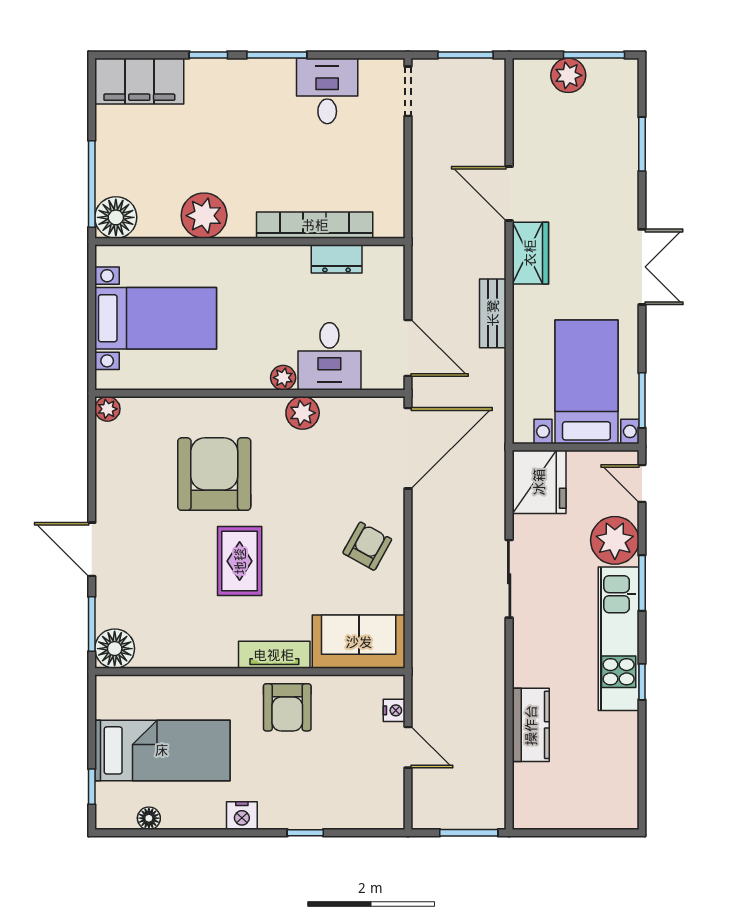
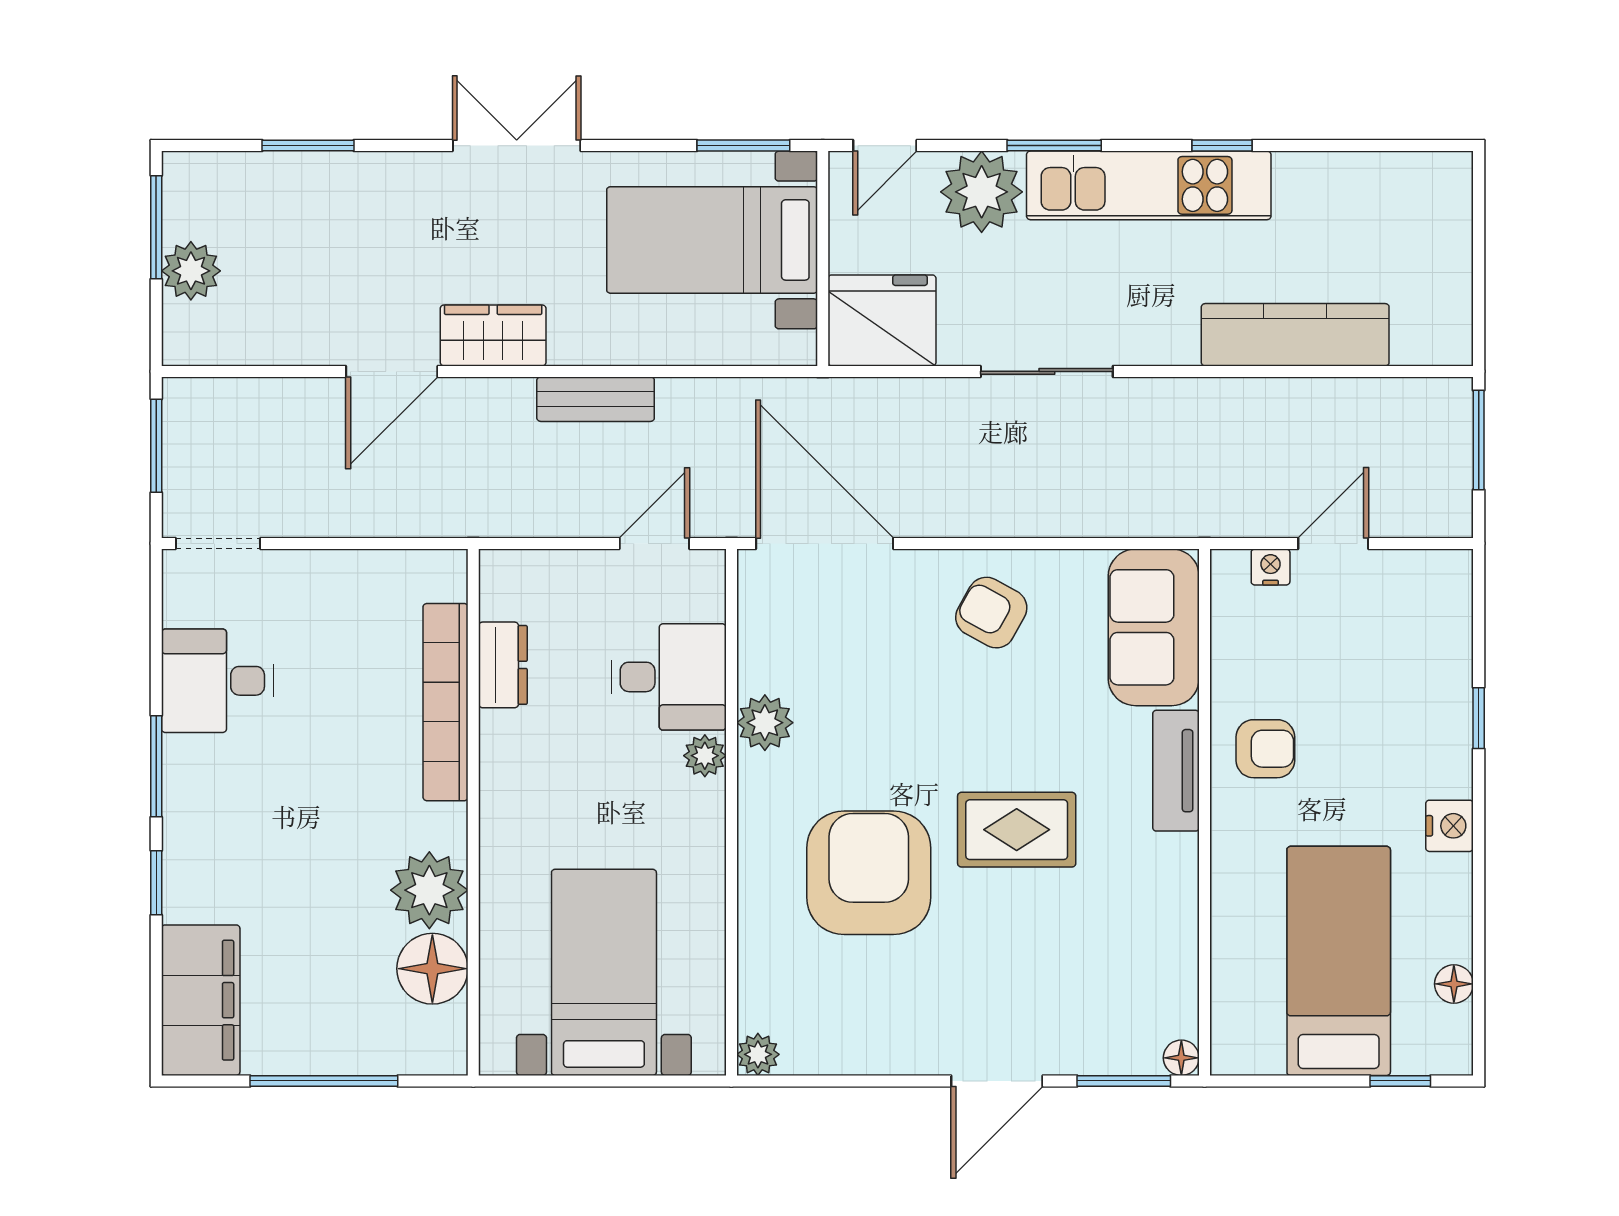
window: (92, 184) -> (324, 1081), moved
floor lamp: (116, 217) -> (432, 969), moved
door: (408, 348) -> (654, 543), width x0.73
armchair: (214, 474) -> (869, 873), turned 90
floor lamp: (115, 649) -> (1181, 1058), width x0.53, depth x0.53
armchair: (287, 707) -> (1265, 749), width x0.72, depth x0.72
kitchen counter: (531, 725) -> (1295, 335), width x1.50

